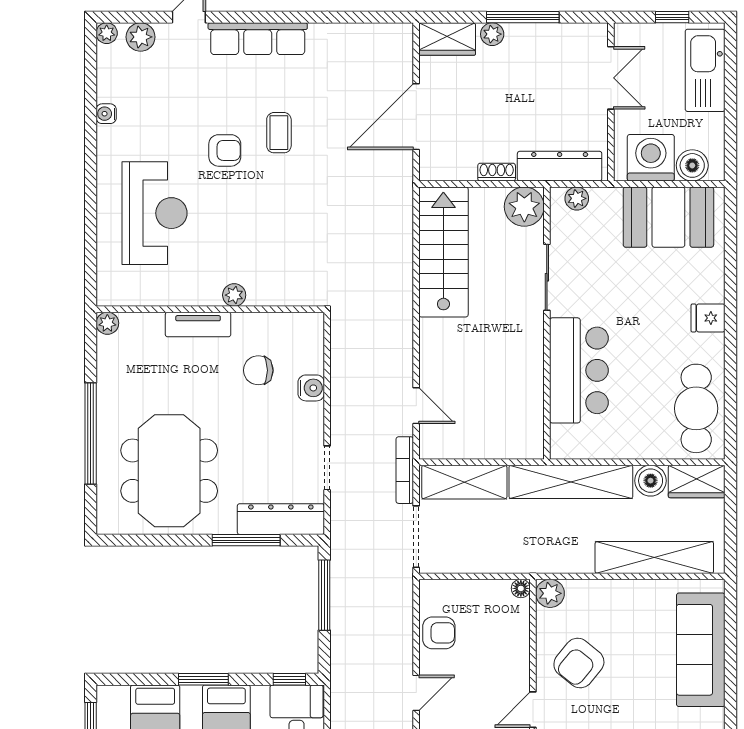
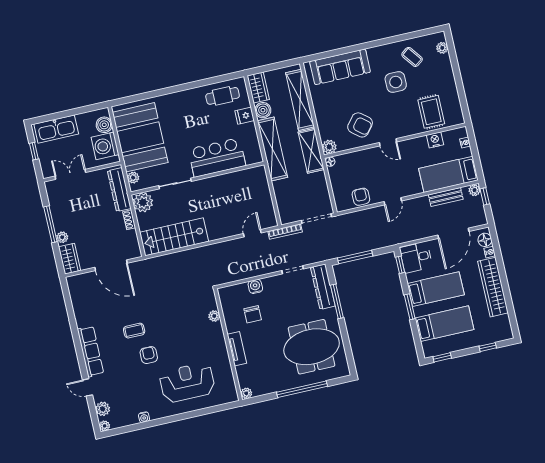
booth: (668, 217) -> (140, 137), width x1.36, depth x1.42
plant: (234, 295) -> (214, 316), moved
fridge: (708, 318) -> (245, 116), moved, turned 90
cafe table: (696, 408) -> (223, 96), width x0.73, depth x0.74
shelving: (464, 482) -> (311, 151), moved
door: (416, 693) -> (393, 201), swing flipped

